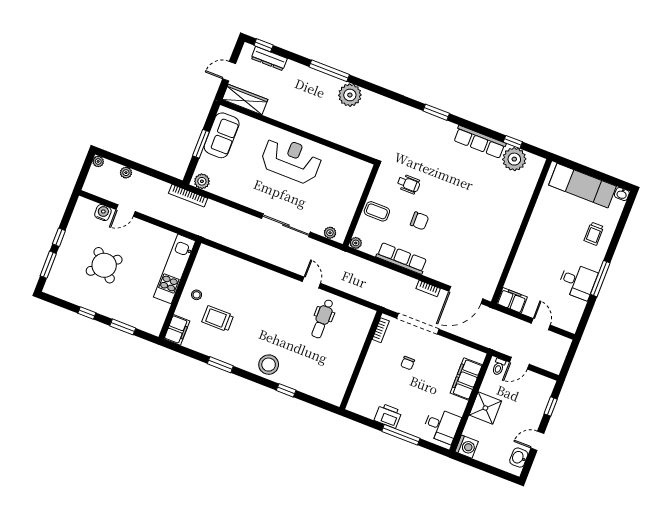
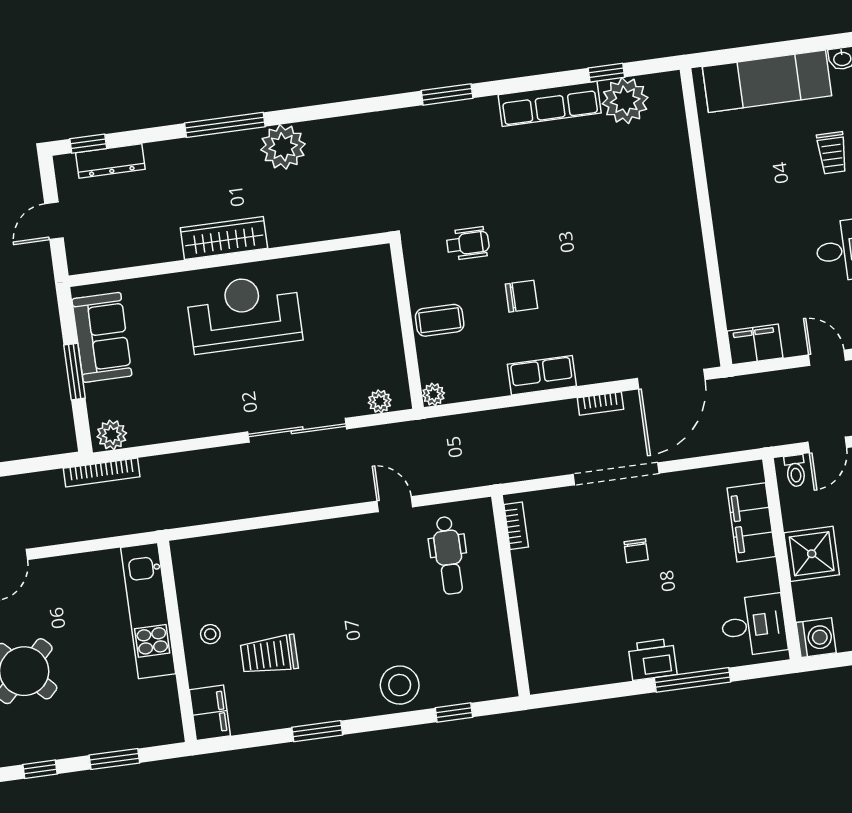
wardrobe: (245, 99) -> (224, 238), moved
row of seats: (402, 258) -> (542, 375), width x0.68
bookcase: (381, 330) -> (516, 526), moved
wall: (361, 360) -> (511, 596), moved

